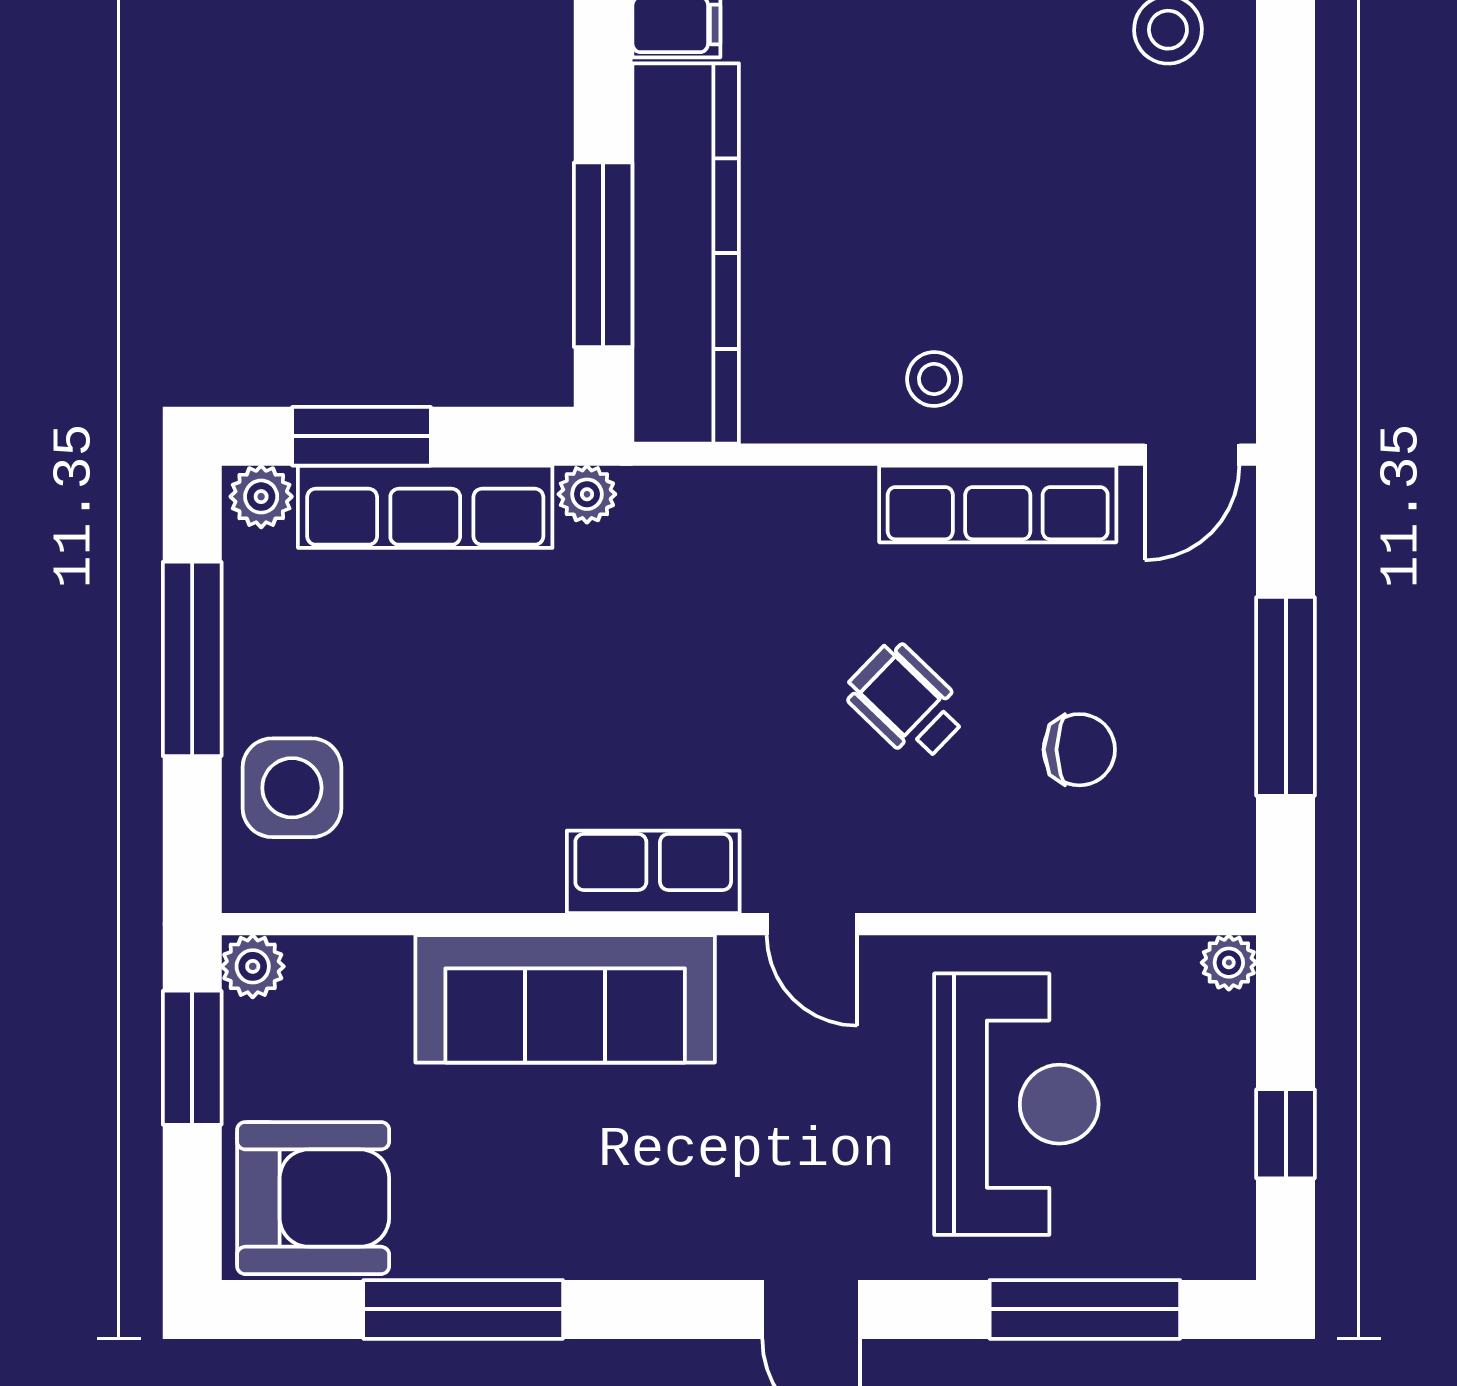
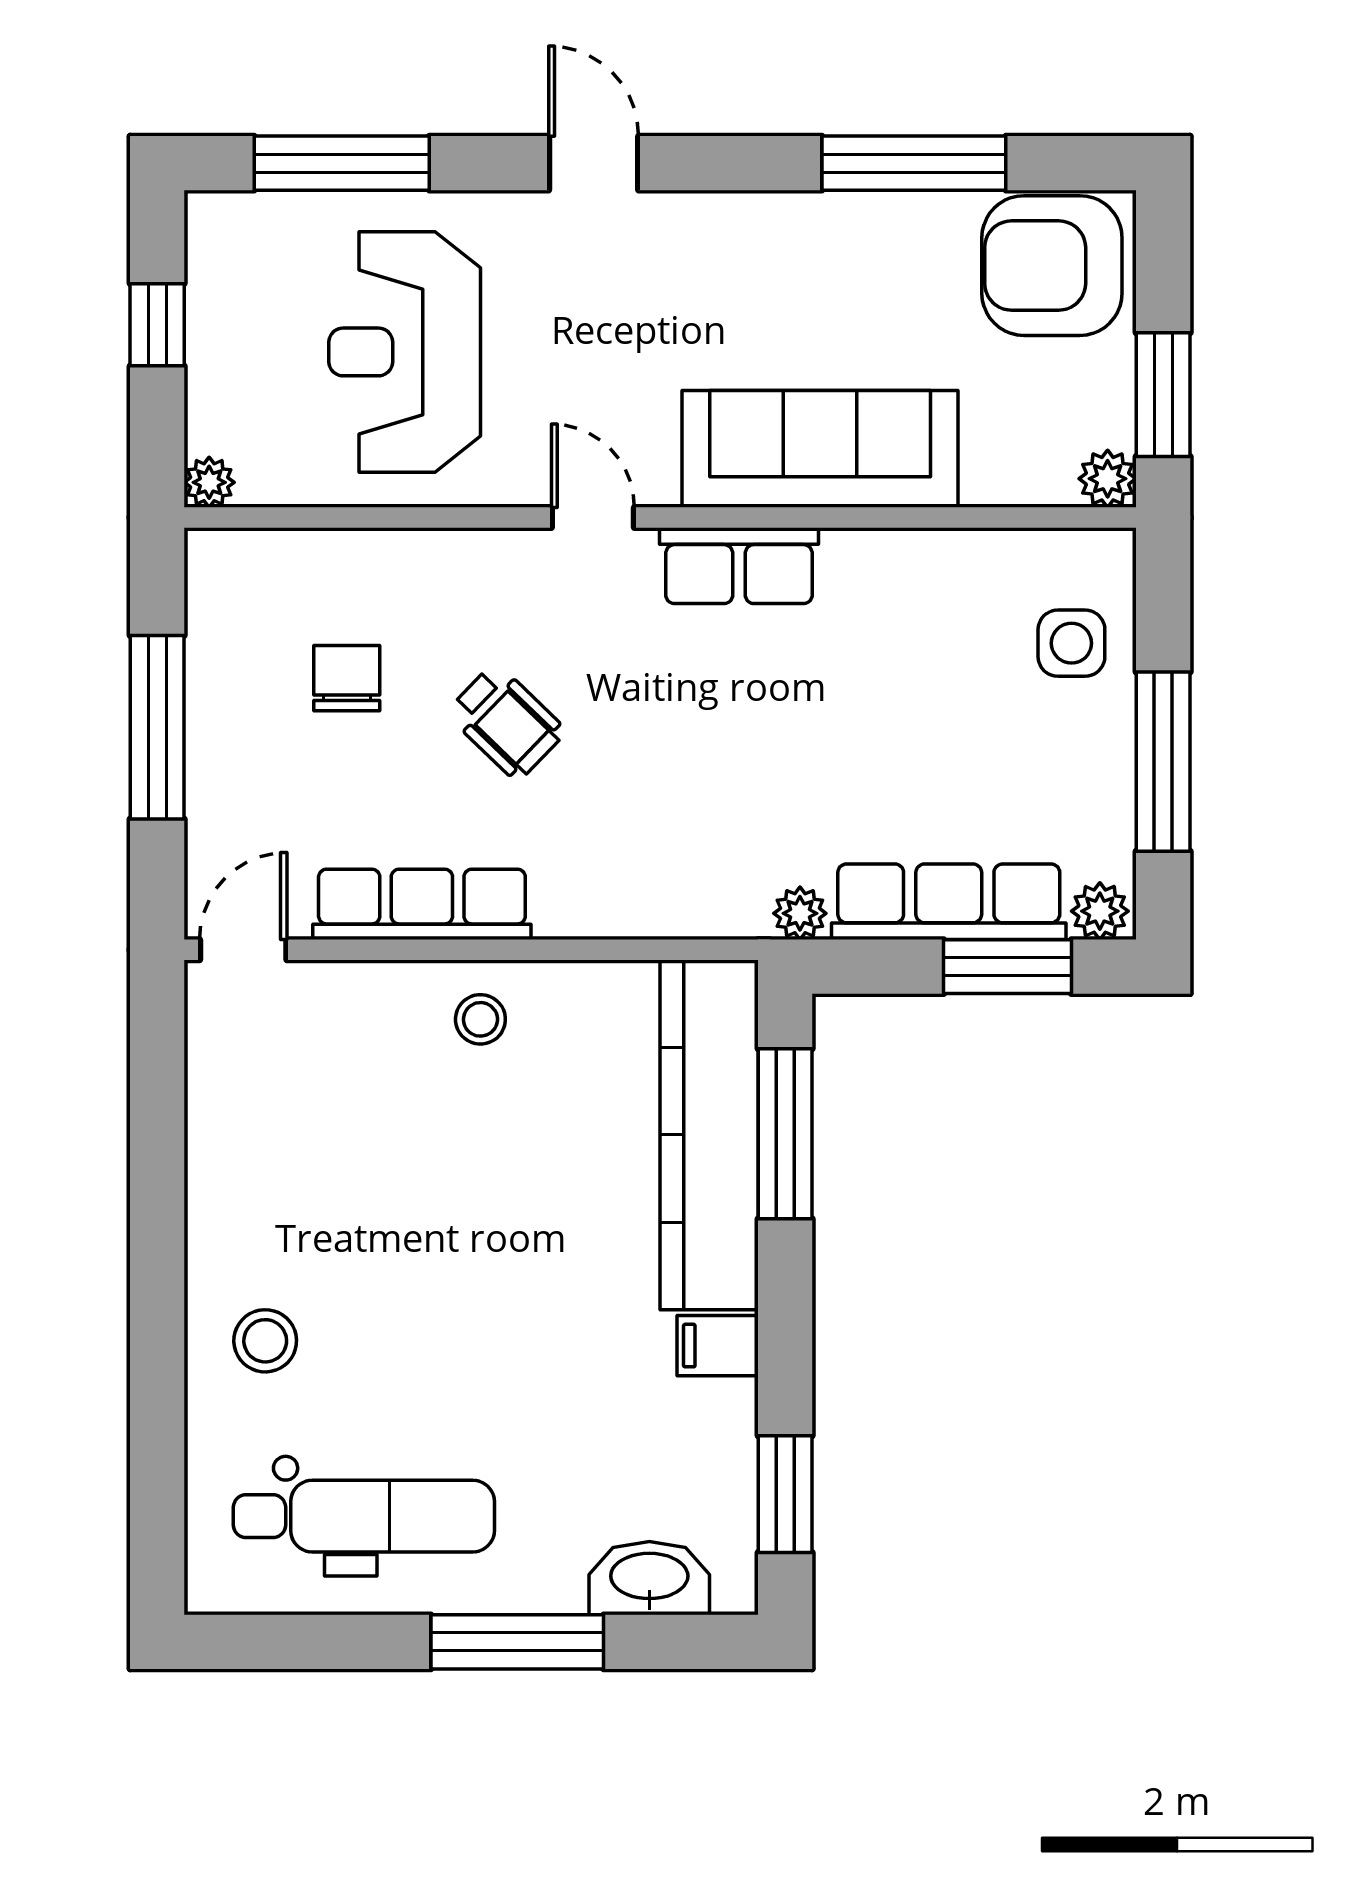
chair: (1079, 750) -> (347, 678), turned 90
side table: (292, 788) -> (1071, 643), width x0.73, depth x0.73

